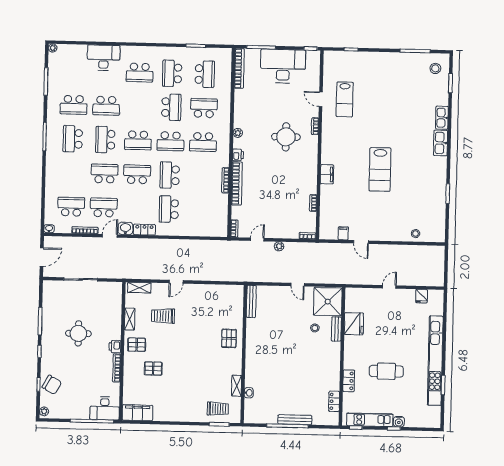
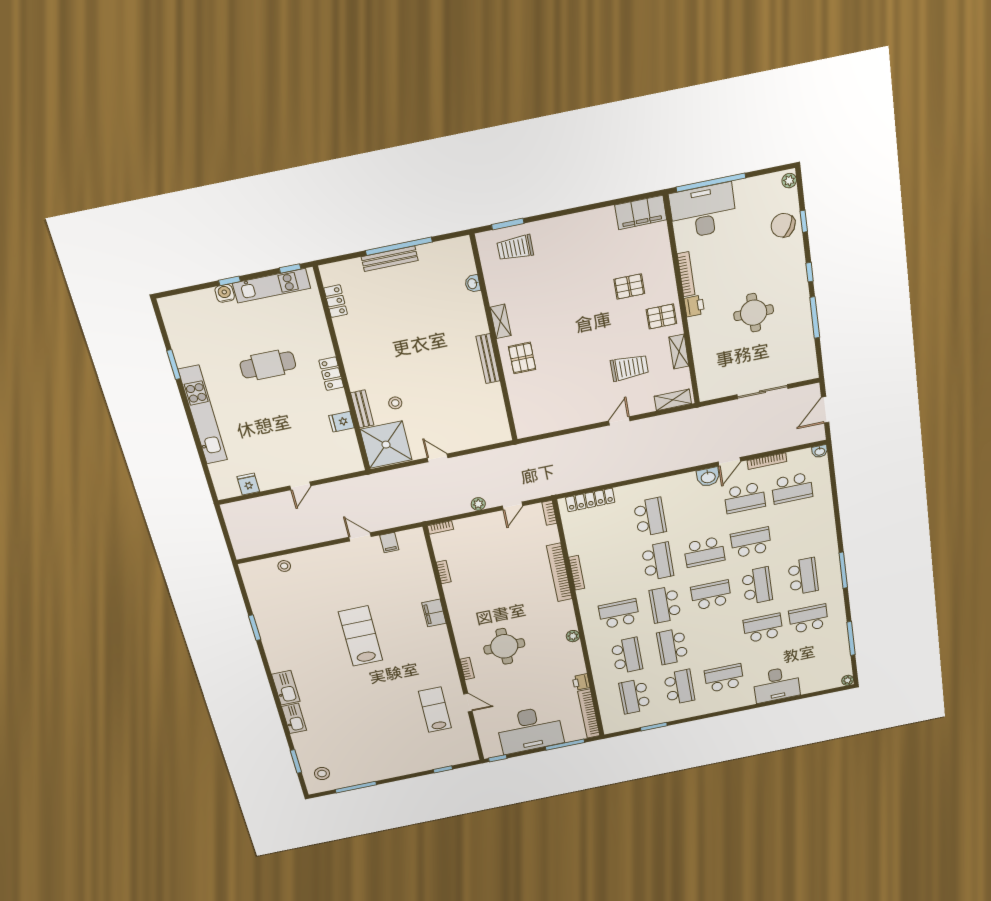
school desk: (204, 108) -> (627, 656), turned -90
school desk: (170, 141) -> (665, 604), turned -90
printer: (238, 155) -> (581, 682), moved
school desk: (105, 174) -> (751, 542), turned 180
locker: (144, 230) -> (590, 500), moved, width x1.53
bench: (251, 301) -> (488, 359), moved
fridge: (354, 324) -> (341, 422), width x0.53, depth x0.75
kitchen unit: (435, 361) -> (203, 415), width x0.73
locker: (349, 381) -> (331, 374), moved
shelving: (237, 386) -> (500, 321), moved
desk: (105, 408) -> (703, 211), width x1.36, depth x1.30

